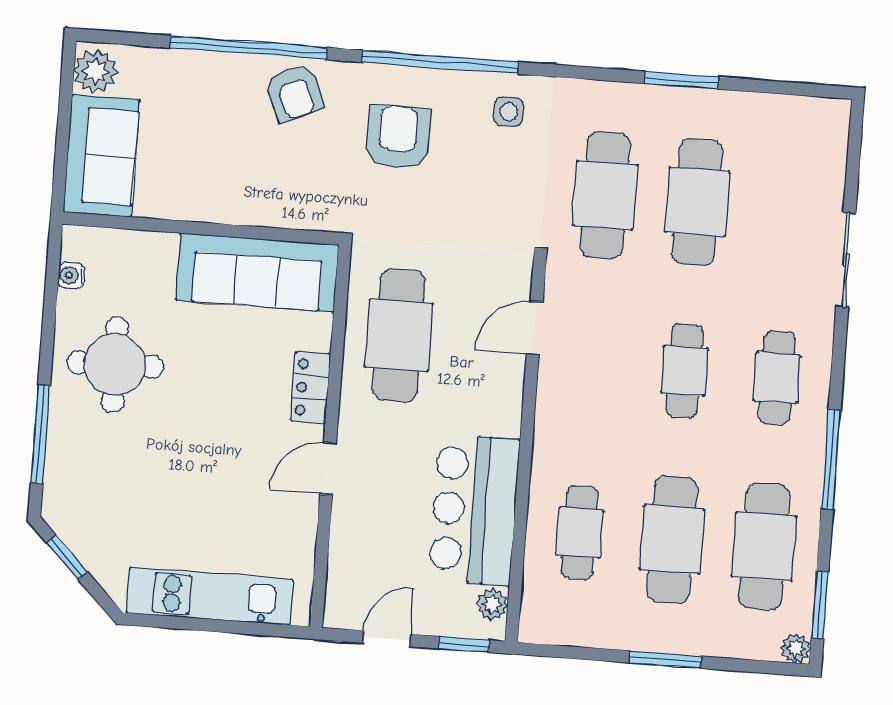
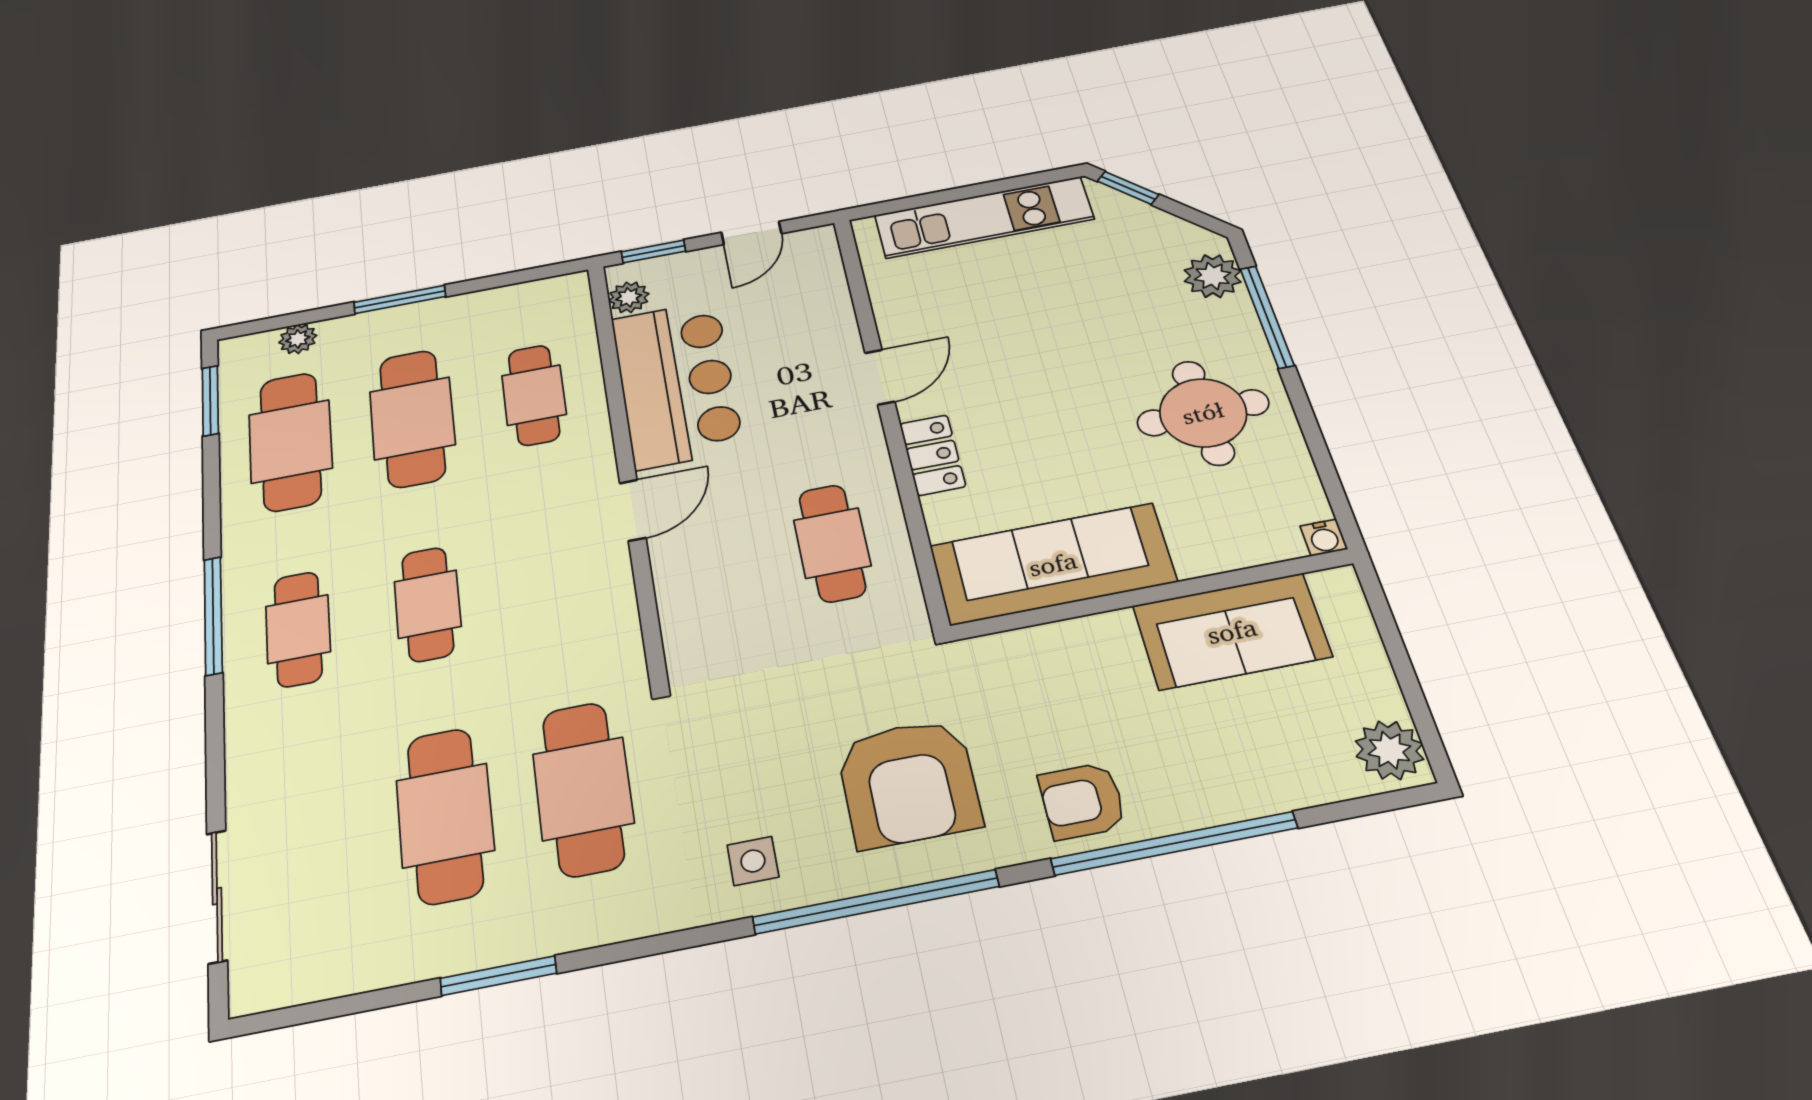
armchair: (295, 93) -> (1082, 801), turned -67
armchair: (398, 137) -> (909, 783), width x1.36, depth x1.36
sofa: (101, 156) -> (1232, 631), moved, turned -90
sliding door: (846, 260) -> (217, 896), moved
water cooler: (71, 276) -> (1324, 538), moved, turned 90
door: (535, 328) -> (633, 510), moved
cafe table: (399, 335) -> (832, 543), width x0.73, depth x0.74
window: (831, 459) -> (213, 615), moved
plant: (64, 484) -> (1213, 276), added
window: (67, 557) -> (1128, 188), moved
plant: (796, 648) -> (298, 339), moved

